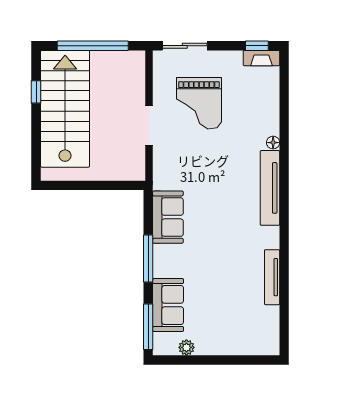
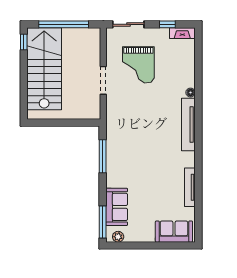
window: (257, 46) -> (167, 24), moved
window: (36, 92) -> (24, 42), moved
sofa: (168, 217) -> (174, 232), moved, turned -90
window: (148, 258) -> (103, 156), moved
plant: (186, 347) -> (118, 237), moved

